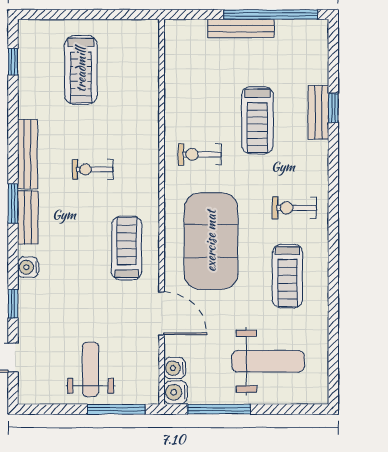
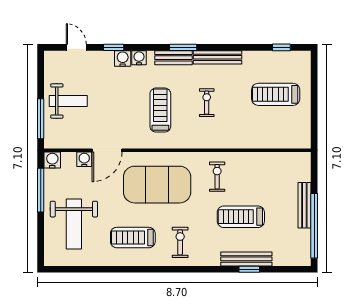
bench: (318, 112) -> (246, 259), width x1.36
treadmill: (127, 248) -> (160, 110), moved, turned -90
water cooler: (29, 291) -> (123, 58), added
water cooler: (175, 368) -> (84, 159), moved

